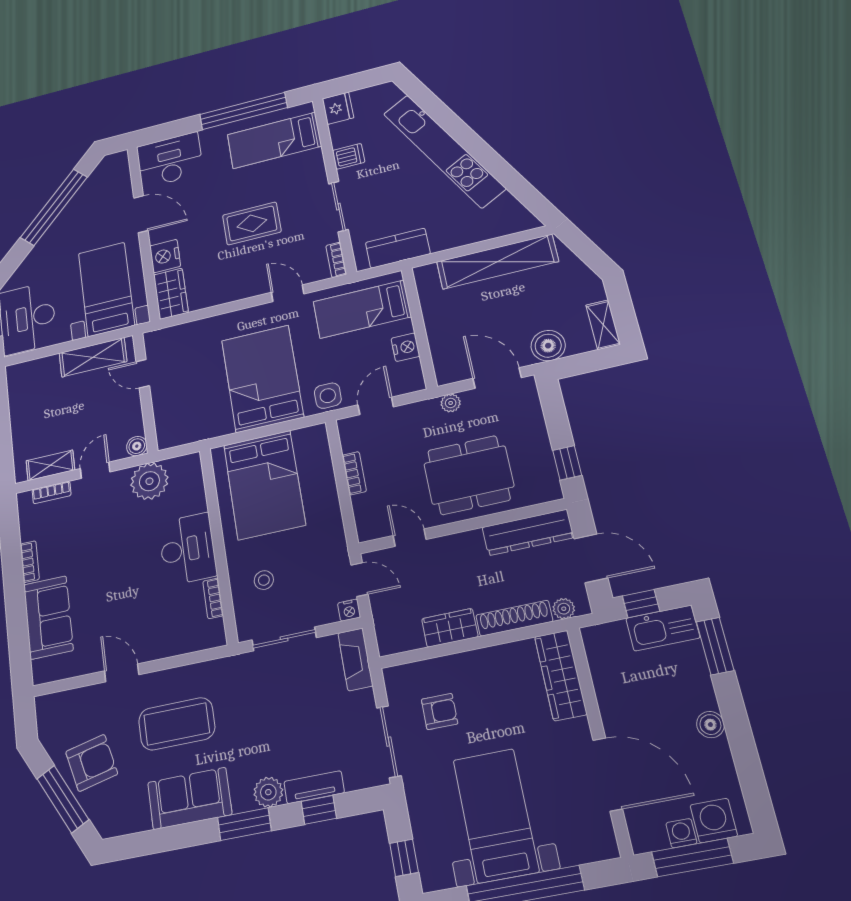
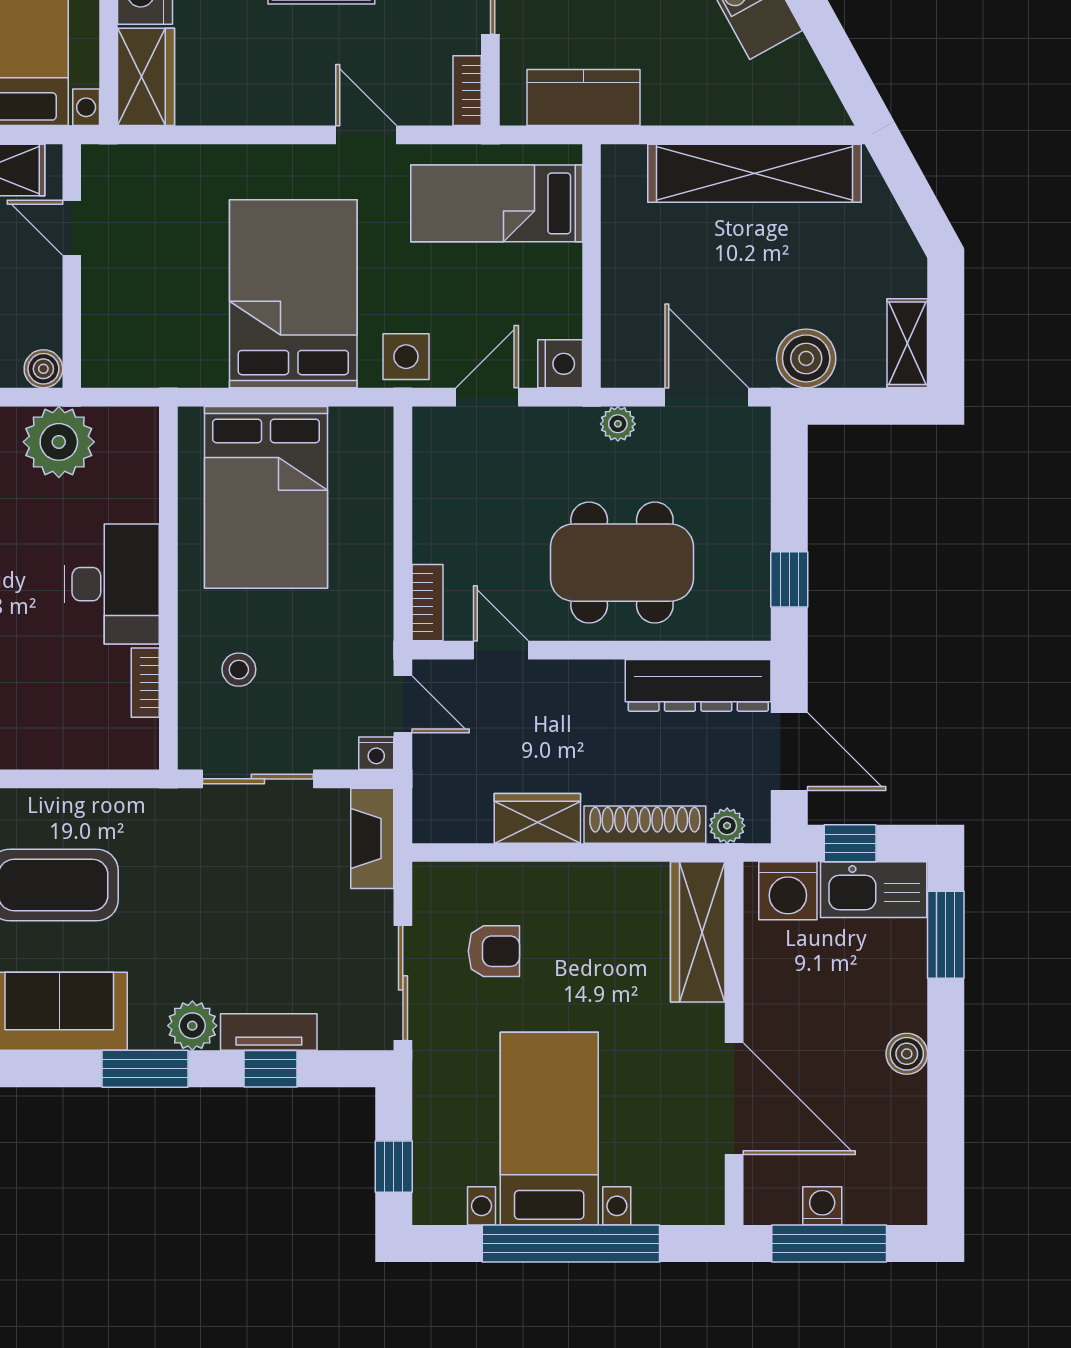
nightstand: (405, 347) -> (560, 364), moved
bookcase: (354, 473) -> (427, 603), moved
washing machine: (714, 821) -> (788, 891), moved, turned 180

